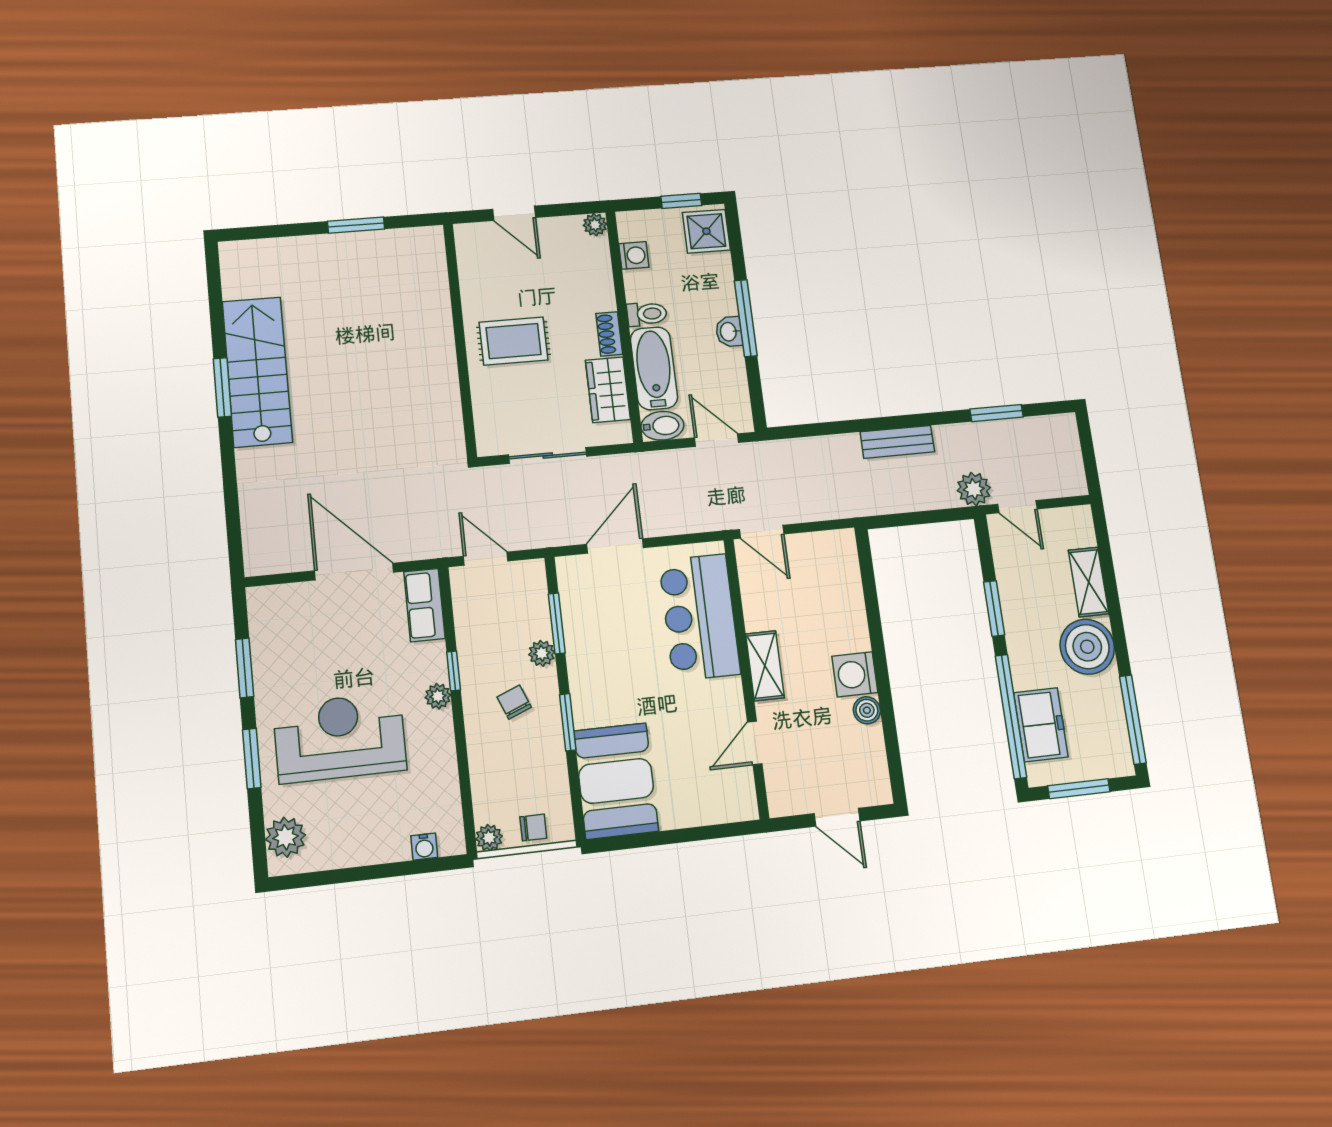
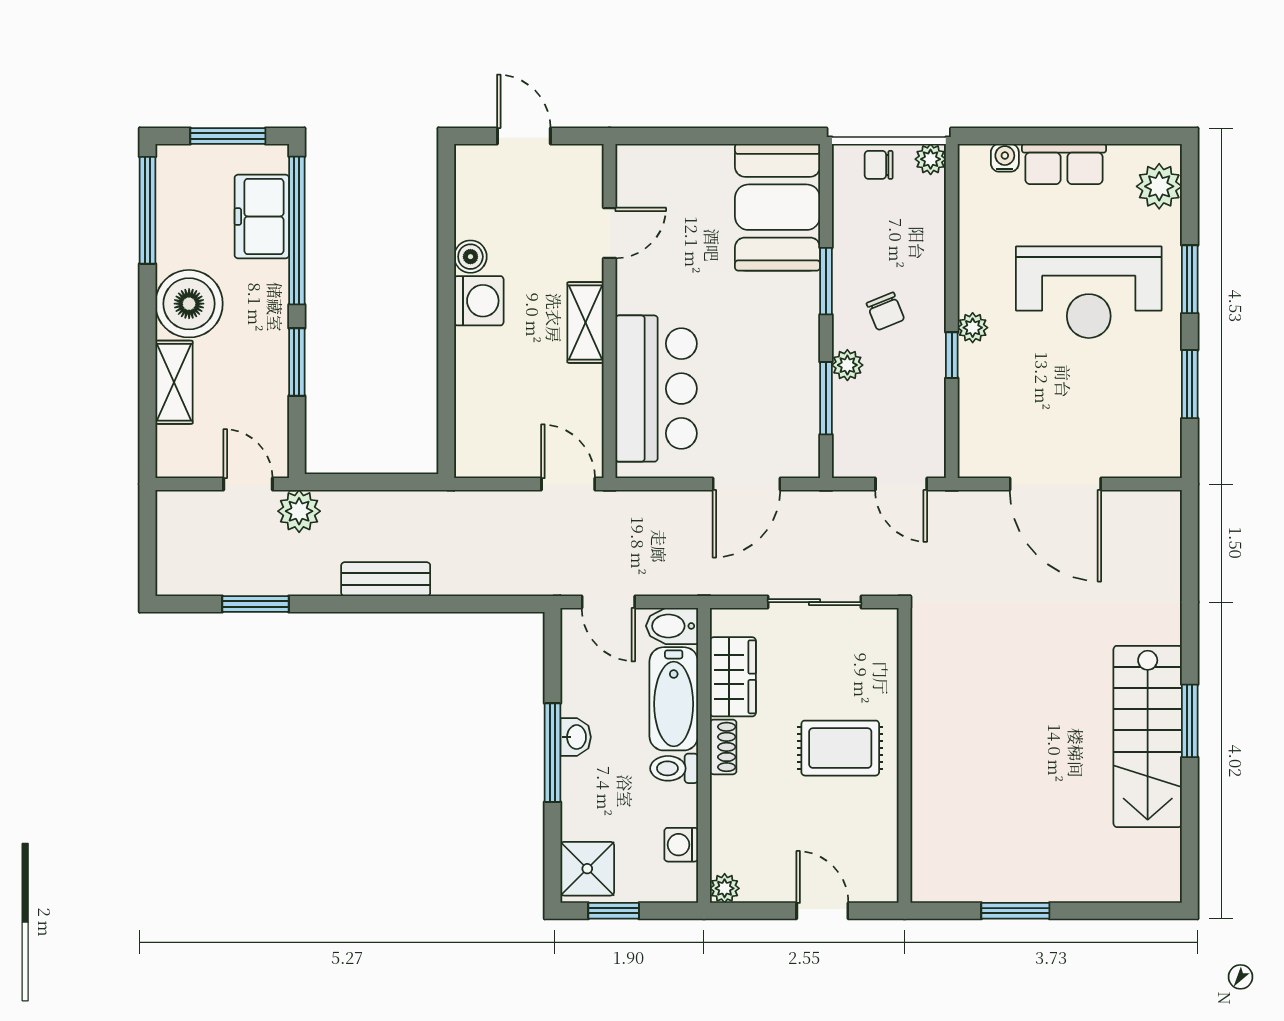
row of seats: (425, 605) -> (1064, 164), moved, turned 90

